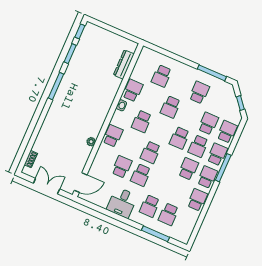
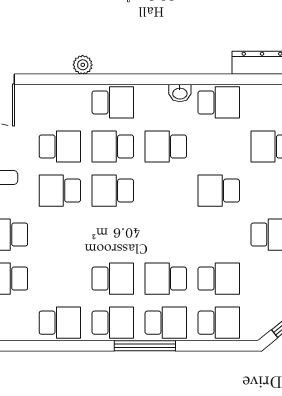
school desk: (179, 138) -> (113, 146), moved

